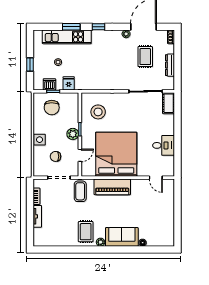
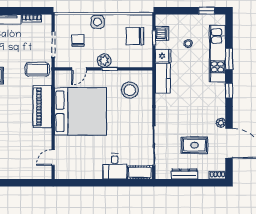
window: (30, 64) -> (207, 11), moved
kitchen counter: (88, 84) -> (163, 78), added
desk: (164, 145) -> (115, 167), moved
door: (80, 155) -> (79, 69), hinge flipped

